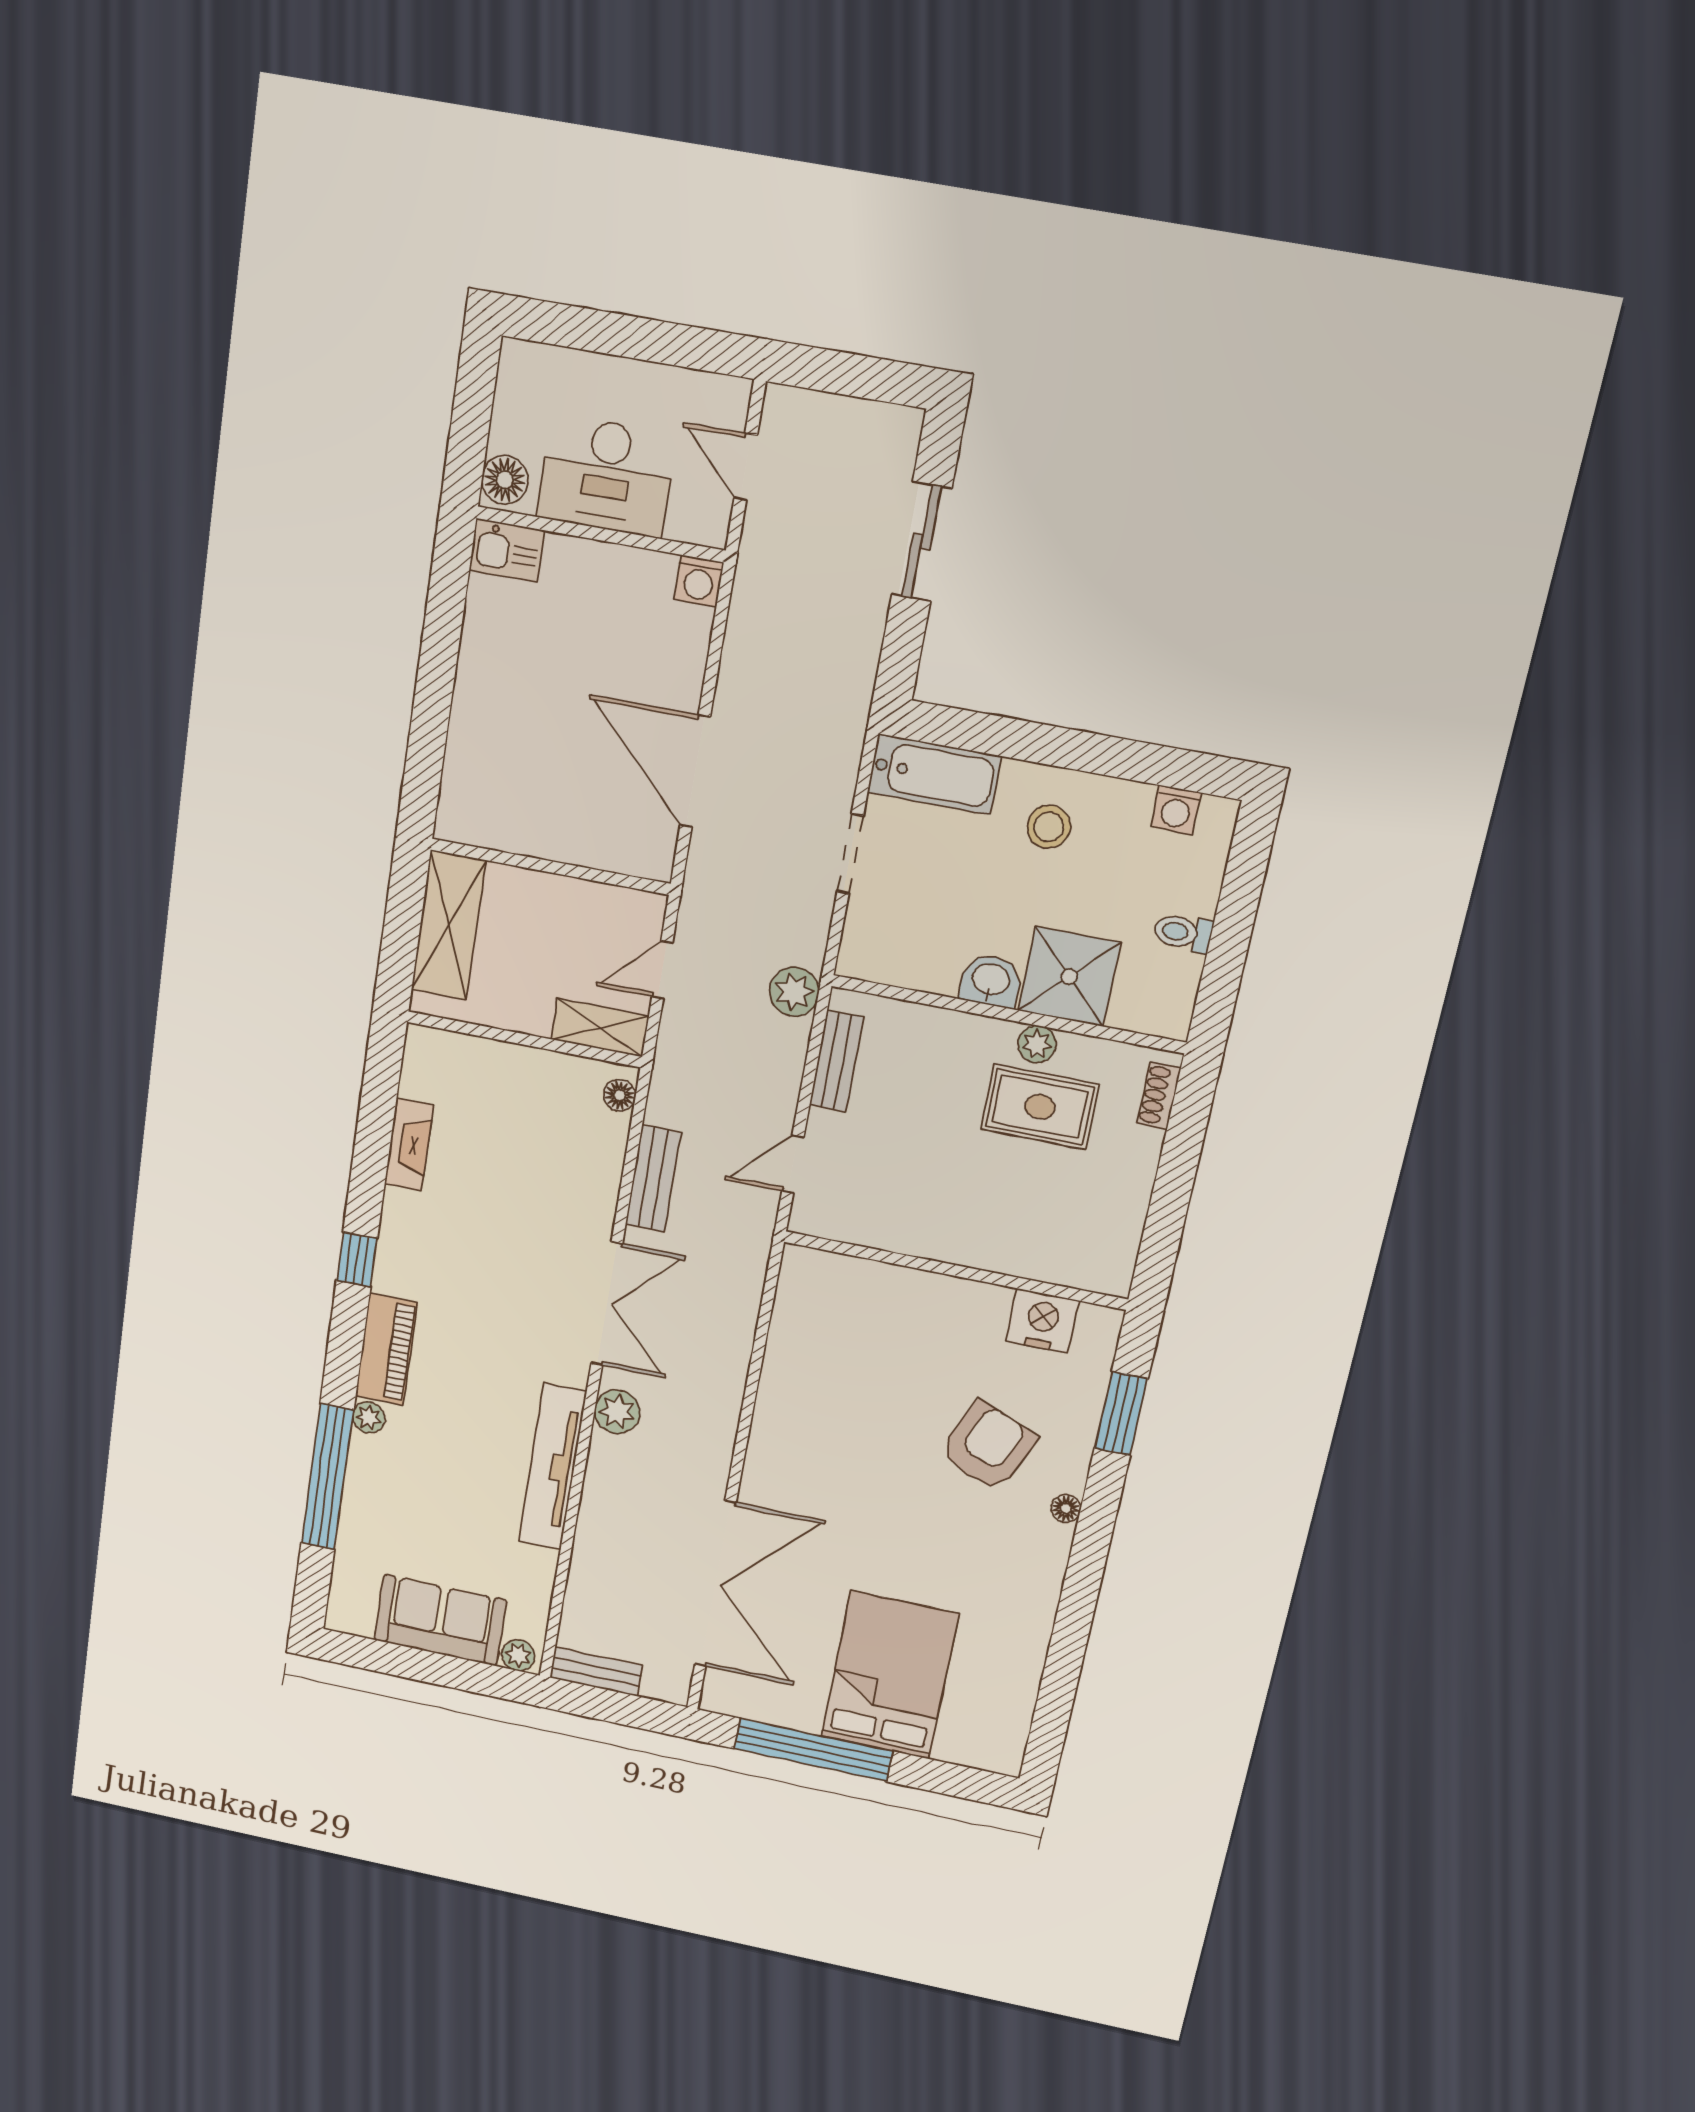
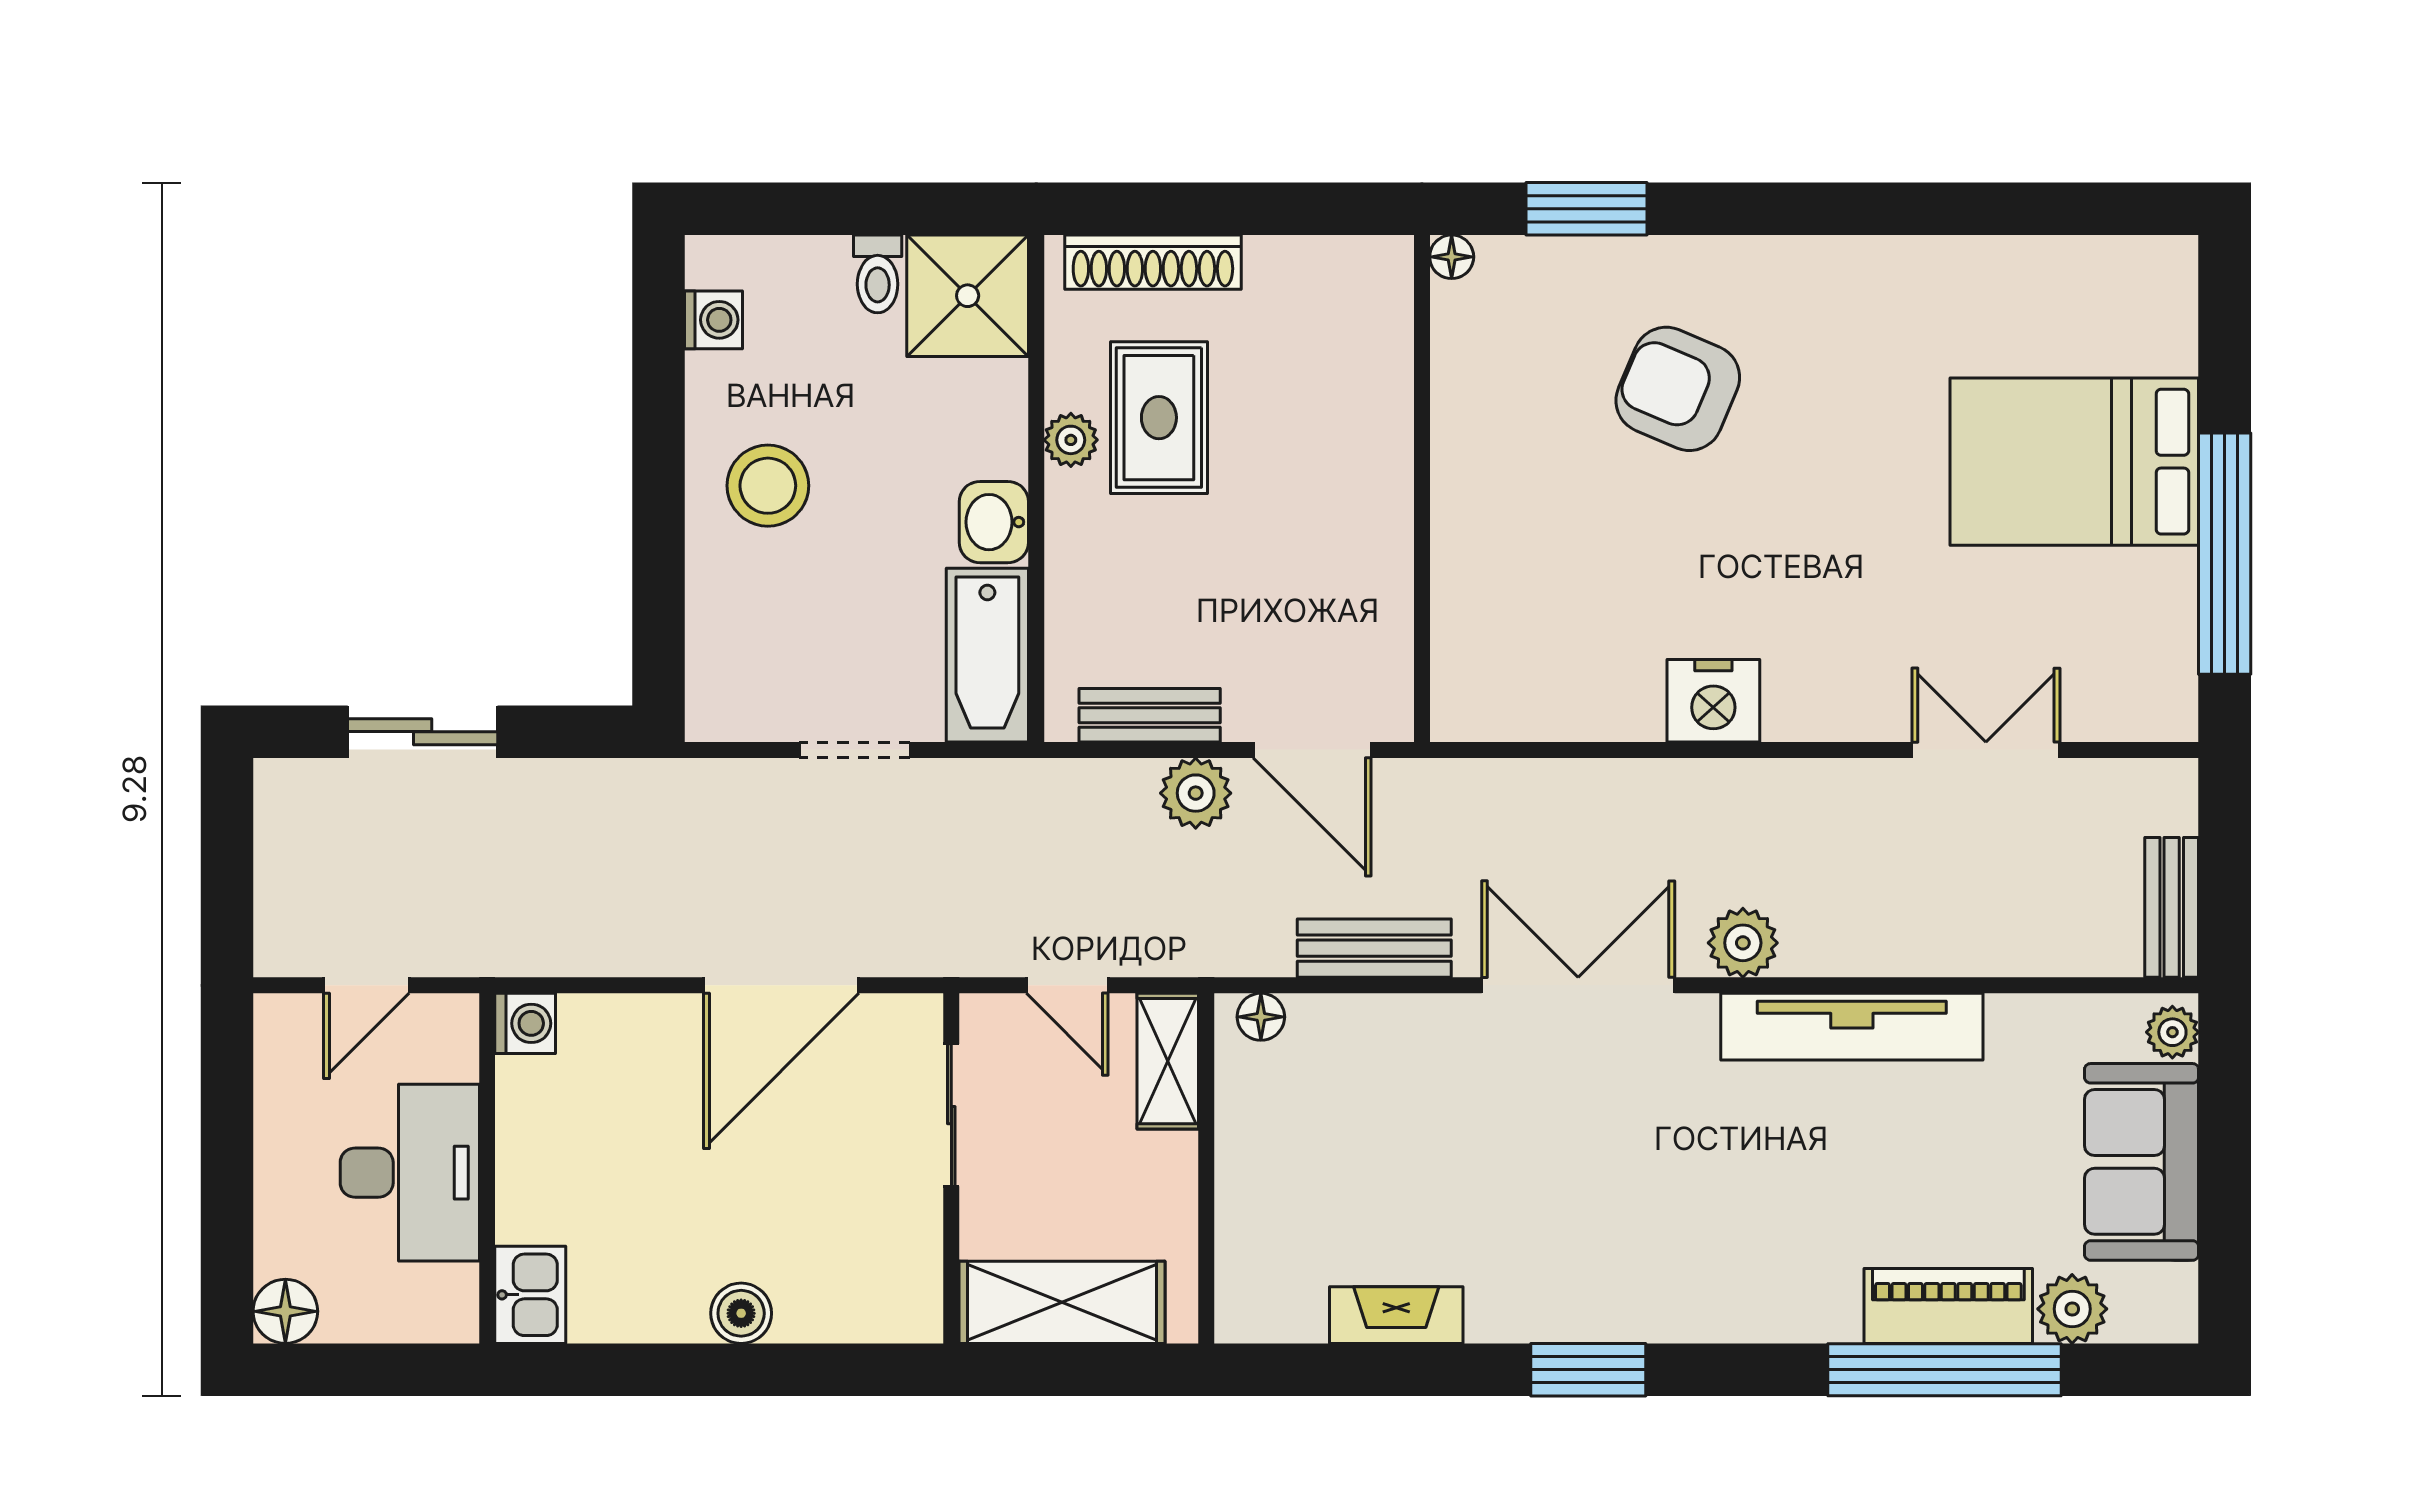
floor lamp: (505, 480) -> (285, 1311), moved
boiler: (472, 701) -> (741, 1313), added
bathtub: (934, 774) -> (987, 655), moved, turned 180
stool: (1049, 827) -> (768, 486), width x1.38, depth x1.38
sliding door: (587, 874) -> (951, 1115), added
shower: (1069, 977) -> (968, 296), moved
plant: (794, 992) -> (1196, 793), moved
shoe rack: (1159, 1096) -> (1153, 262), width x1.94, depth x1.24
door: (793, 1164) -> (1312, 750), width x1.38
window: (357, 1260) -> (1588, 1370), width x1.50
nightstand: (1042, 1321) -> (1713, 701), moved, turned -90
piano: (386, 1349) -> (1948, 1306), moved
plant: (369, 1417) -> (2072, 1309), moved, width x1.38, depth x1.38
floor lamp: (1066, 1508) -> (1452, 257), moved
double door: (715, 1584) -> (1986, 750), width x0.54

